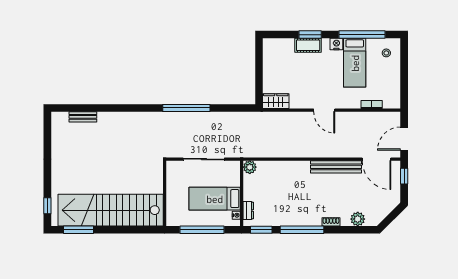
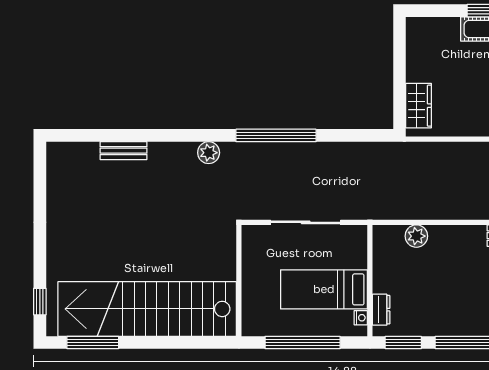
wardrobe: (276, 101) -> (419, 106), moved, turned 90
bench: (83, 117) -> (123, 151), moved
plant: (147, 118) -> (209, 153), added
plant: (250, 167) -> (416, 236), moved

